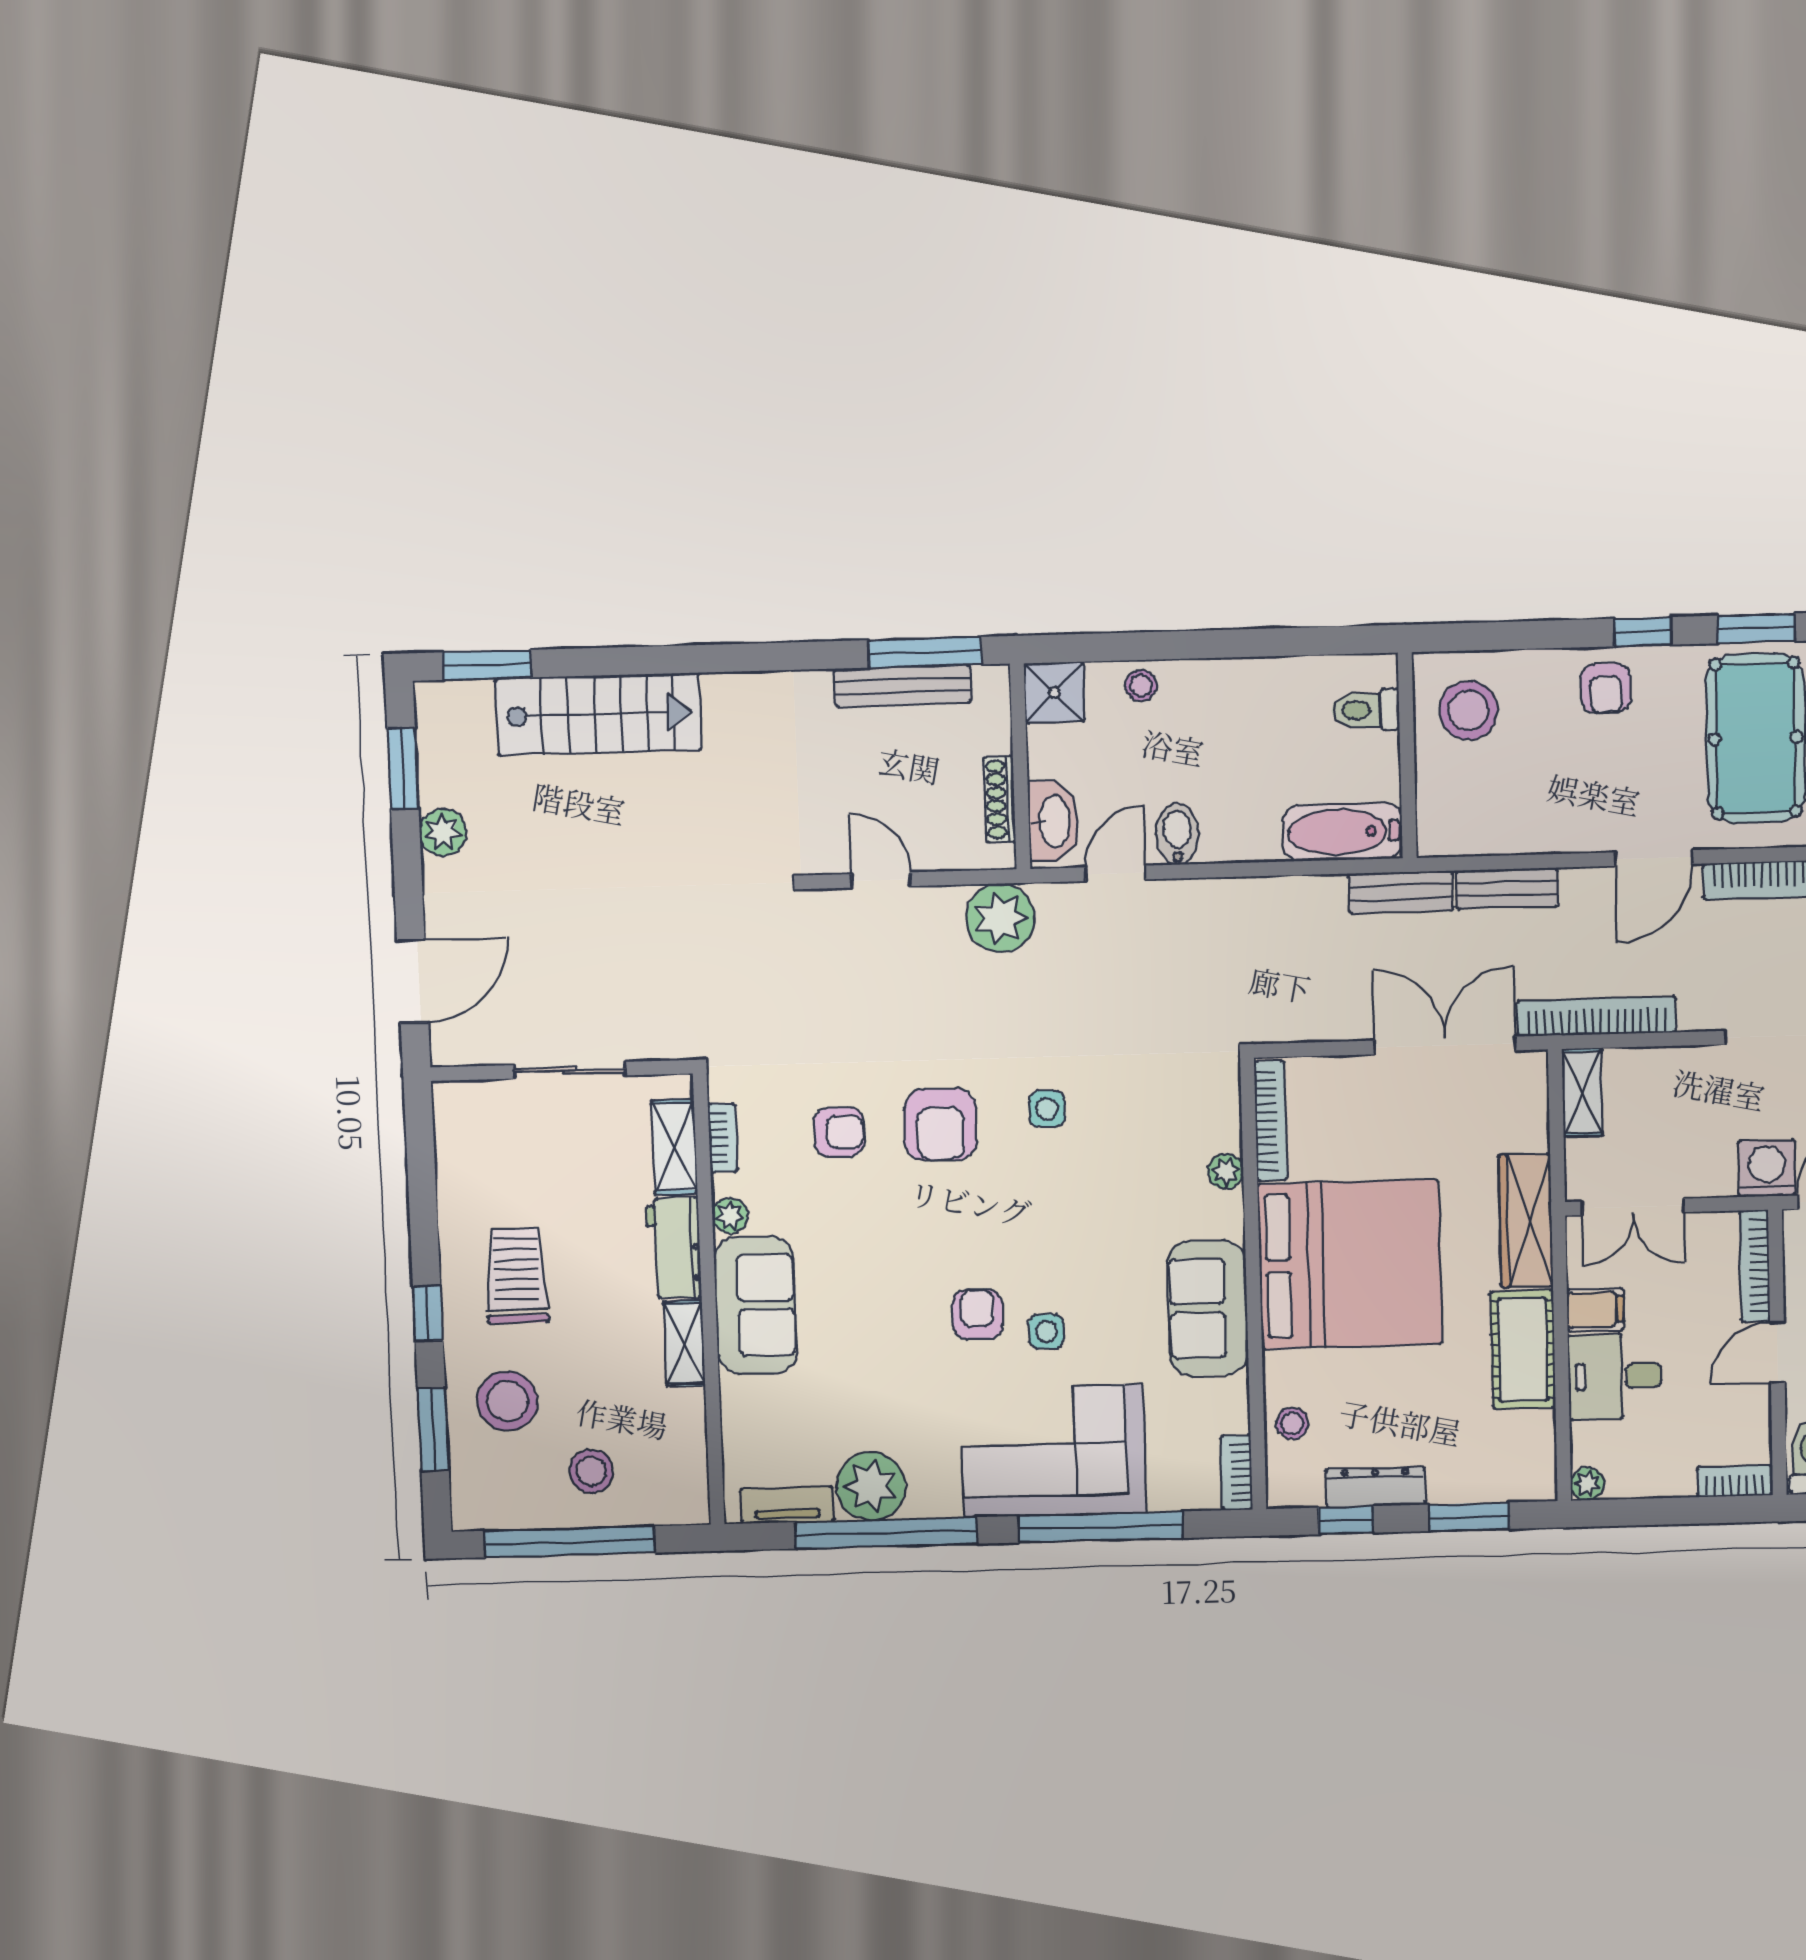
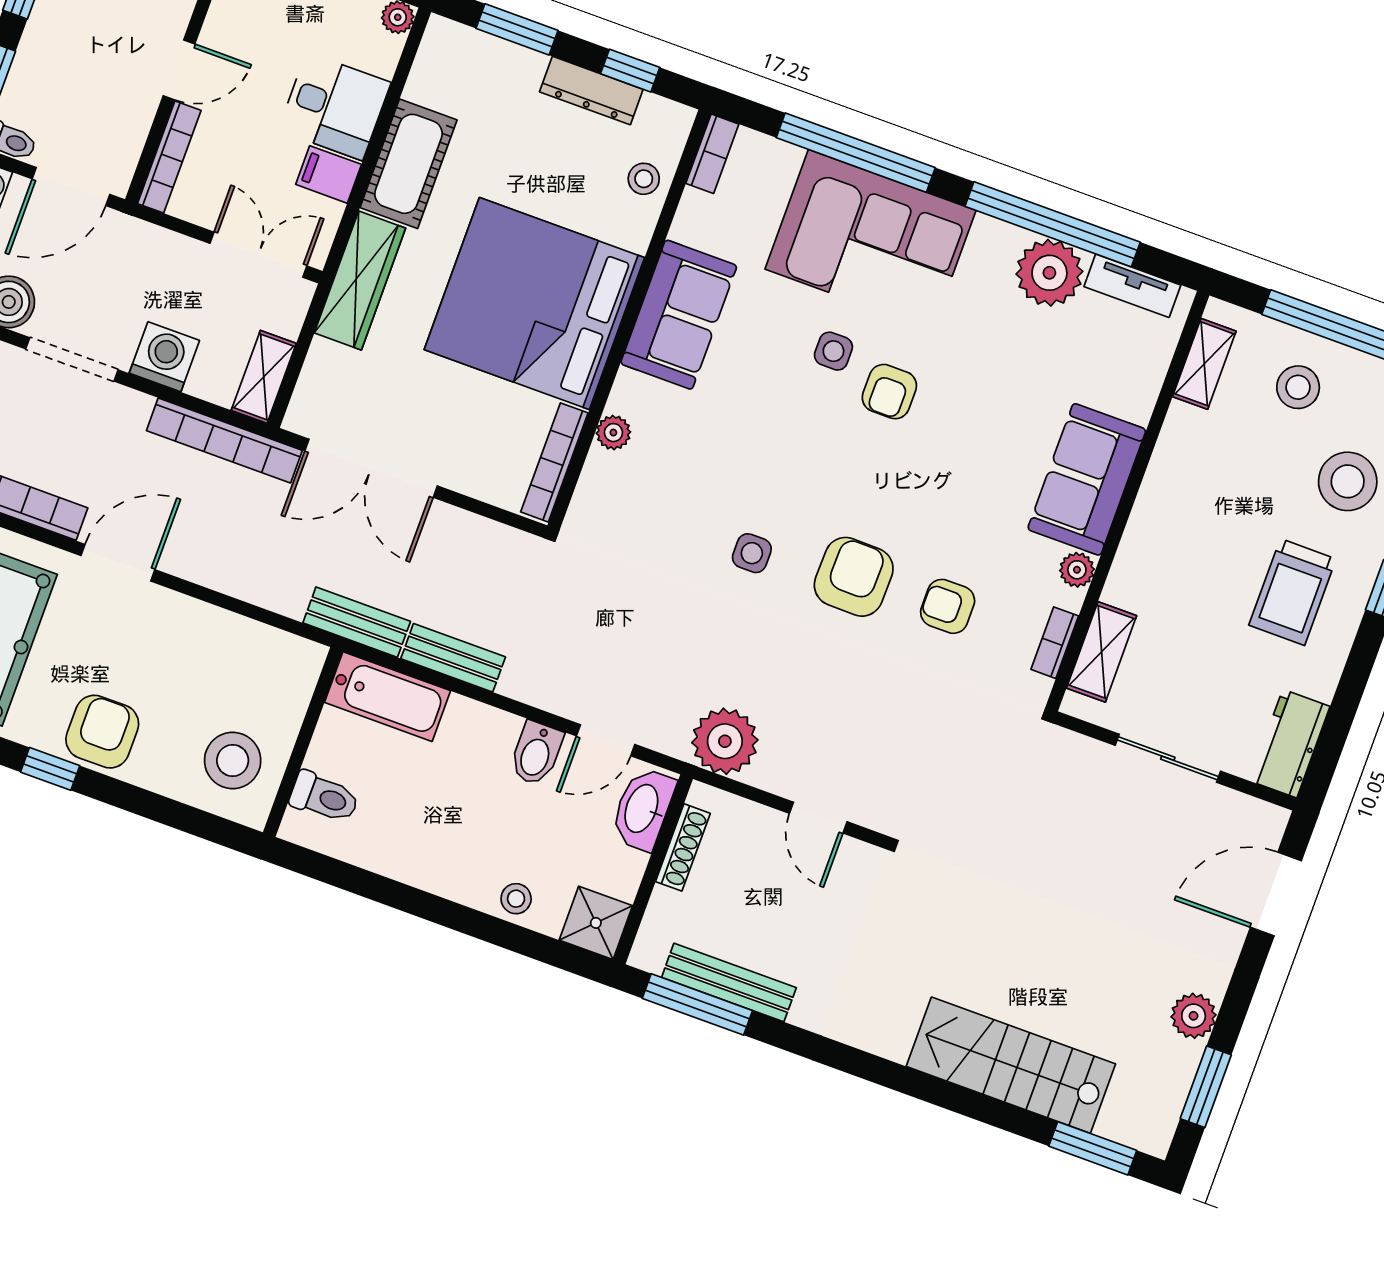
armchair: (1606, 688) -> (102, 732), width x1.38, depth x1.38
bench: (1507, 888) -> (453, 658), moved
washing machine: (1767, 1168) -> (164, 357), moved, turned 180
workbench: (674, 1248) -> (1290, 744), moved, turned 180
shelving: (684, 1343) -> (1204, 364), moved

